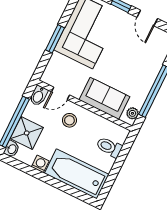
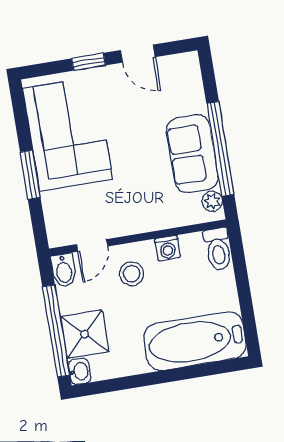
sofa: (104, 98) -> (192, 154), moved, turned -90
toilet: (109, 147) -> (218, 249), moved, turned -90
washing machine: (40, 164) -> (168, 248), moved, turned 180

